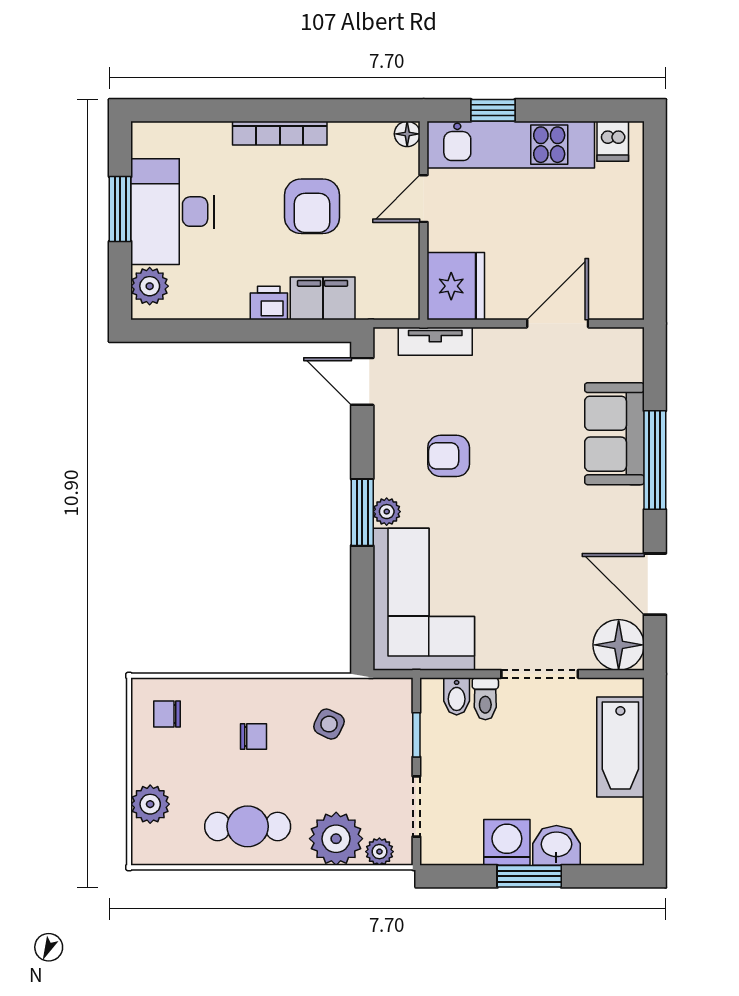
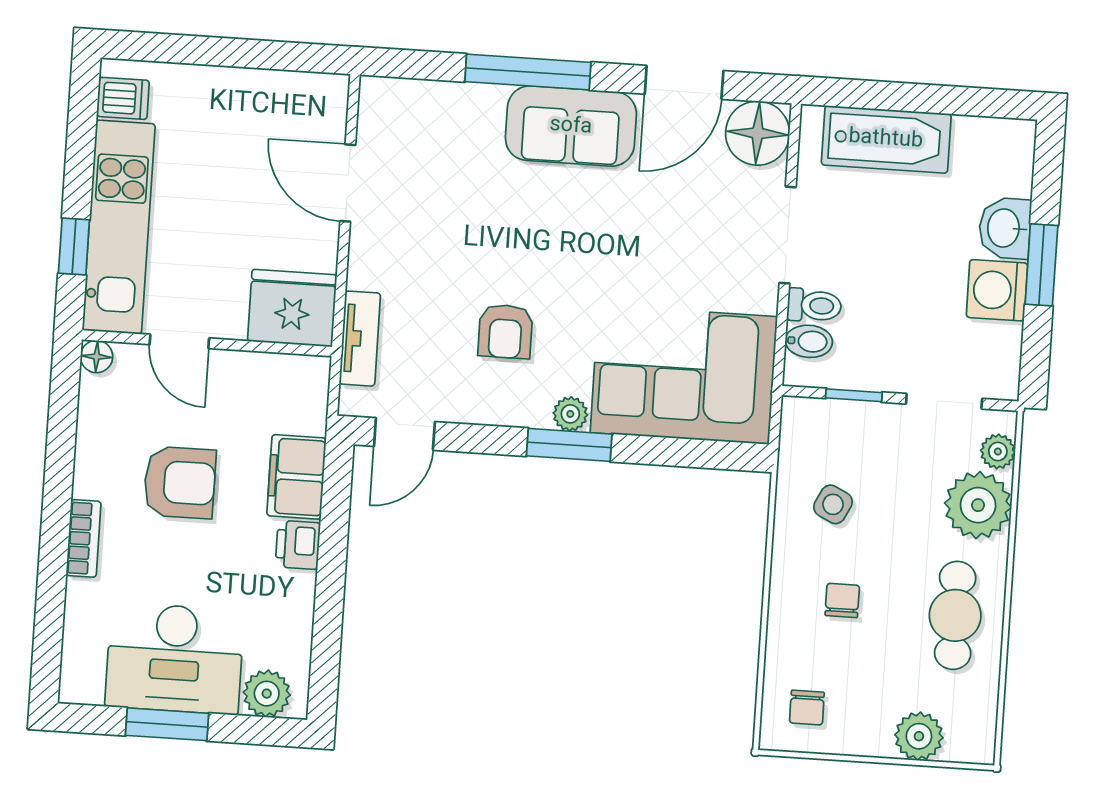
bookcase: (280, 133) -> (84, 538), width x0.64
sofa: (614, 434) -> (571, 126), moved

